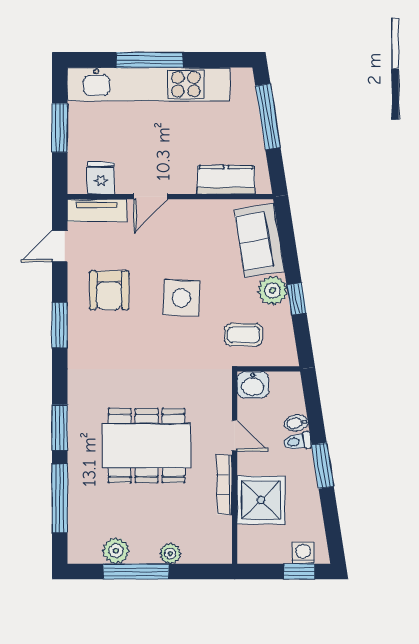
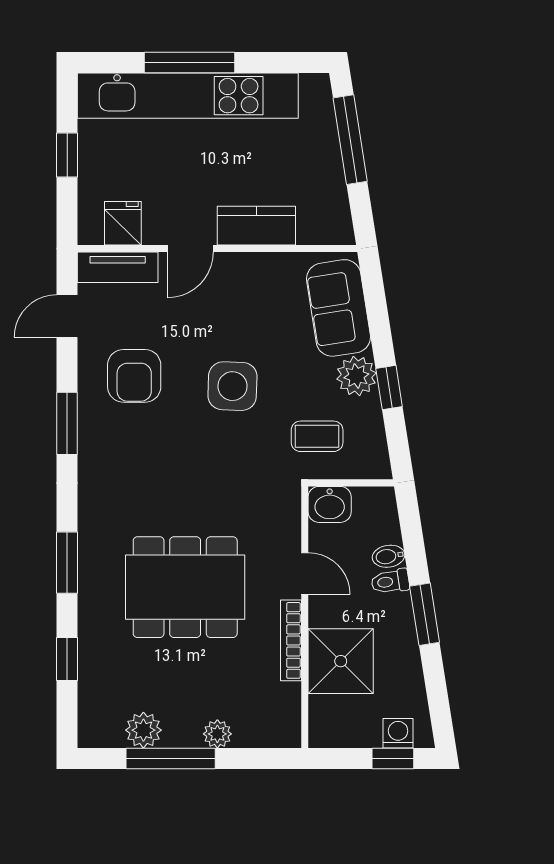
window: (60, 128) -> (67, 155), width x0.67
kitchen counter: (226, 180) -> (256, 226), moved
window: (60, 498) -> (67, 659), width x0.46

